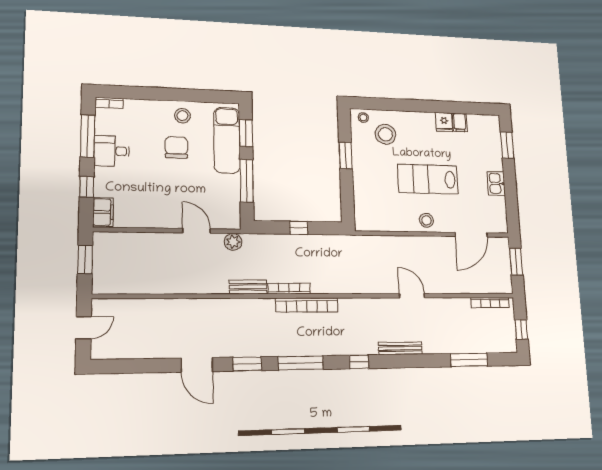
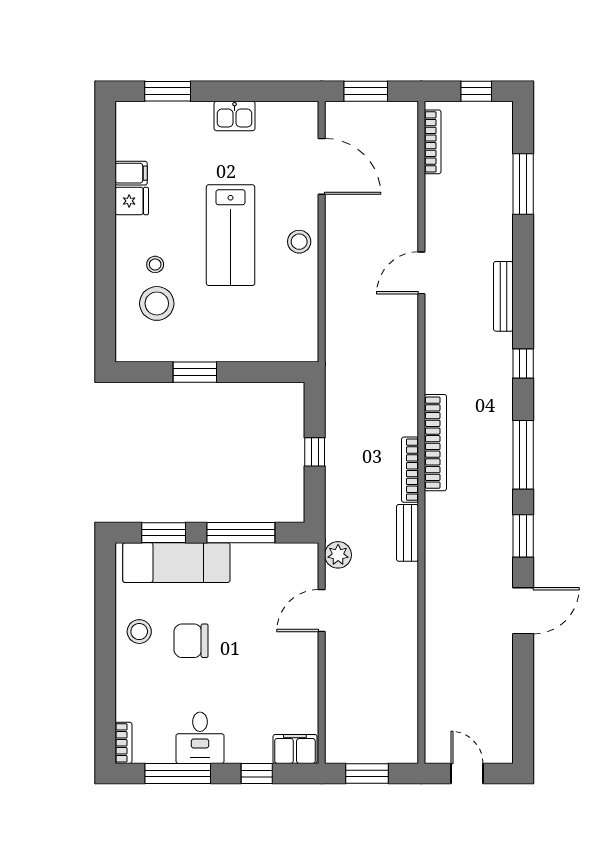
stool: (363, 118) -> (155, 264), moved

